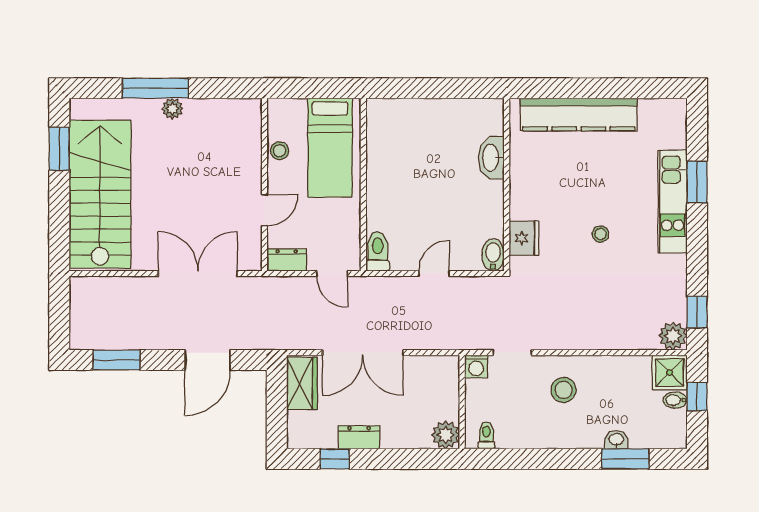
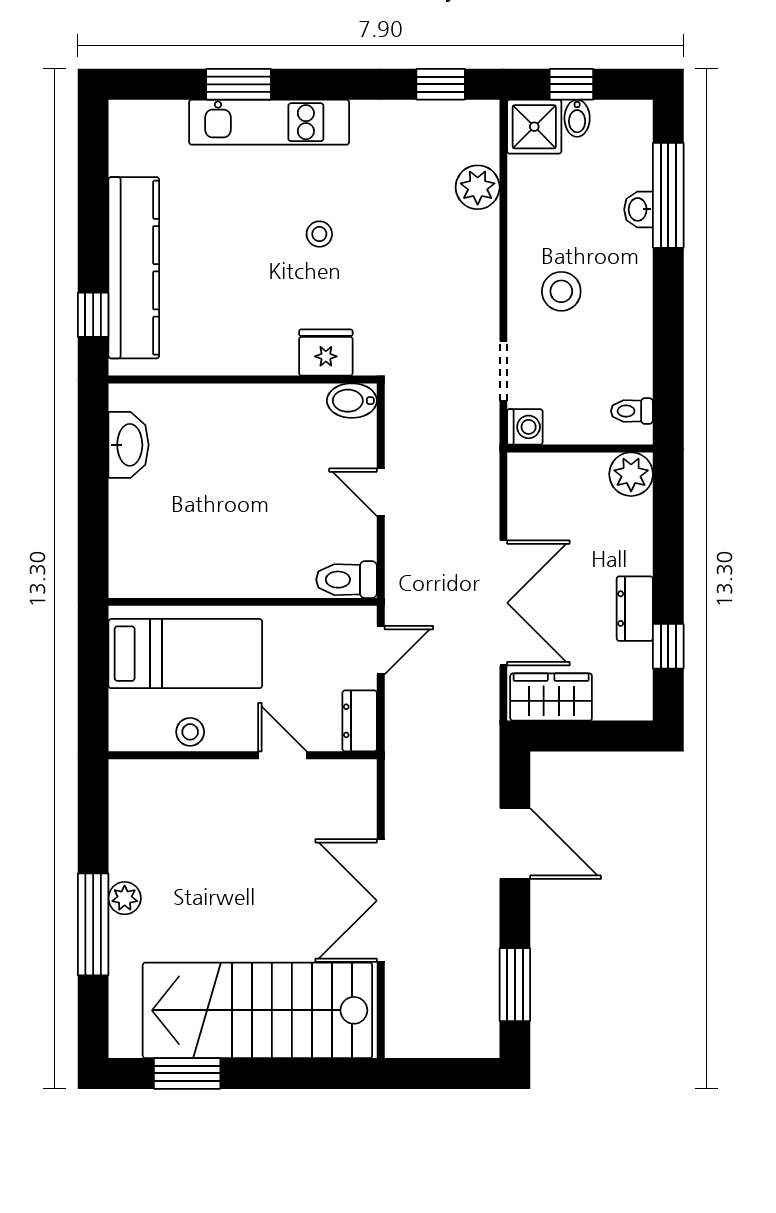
window: (548, 88) -> (93, 315), added
washbasin: (491, 158) -> (129, 445), moved, turned -90
double door: (198, 274) -> (381, 901), moved
plant: (673, 336) -> (478, 187), moved
window: (625, 459) -> (668, 195), width x1.44

